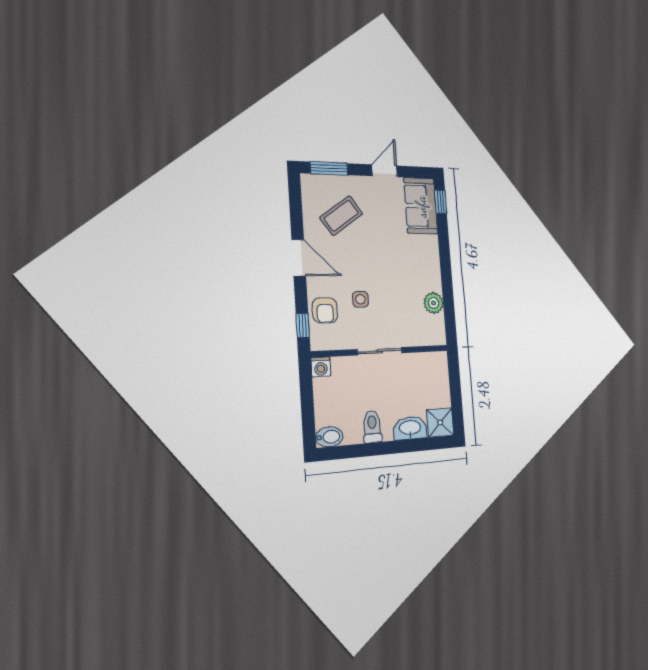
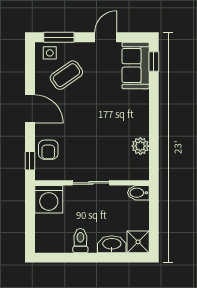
side table: (360, 299) -> (50, 53), moved
washing machine: (321, 367) -> (49, 199), width x1.89, depth x1.89
bidet: (329, 437) -> (138, 193), moved, turned 180

